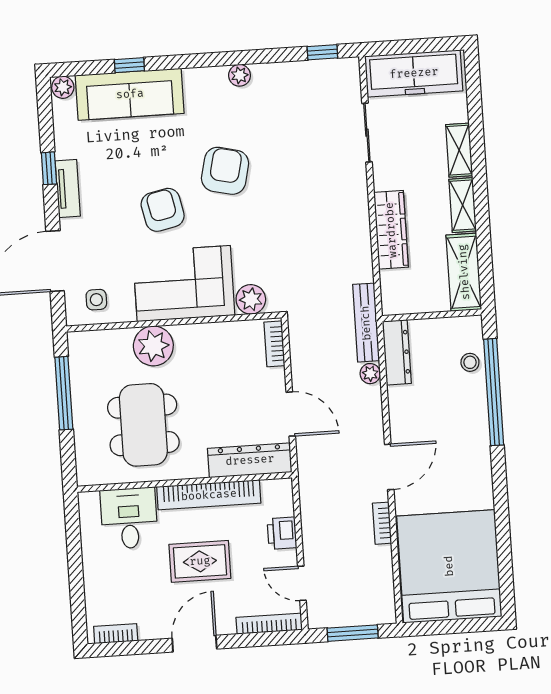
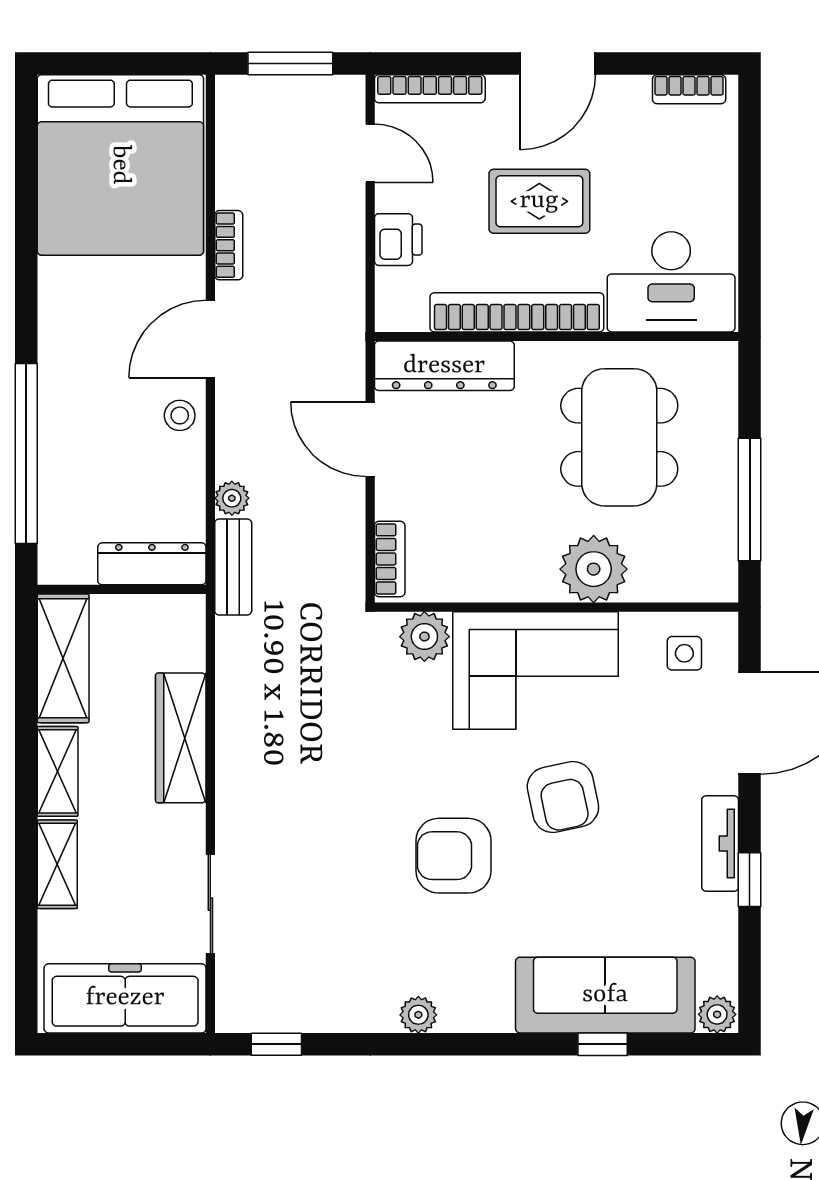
armchair: (225, 171) -> (453, 856), turned 77
bench: (366, 323) -> (233, 567), width x0.73
dresser: (397, 352) -> (152, 564), moved, turned 90
stool: (470, 362) -> (180, 415), moved
desk: (129, 518) -> (671, 282), width x1.37

